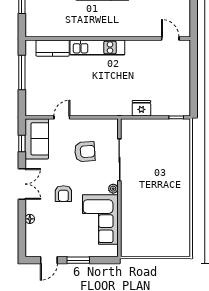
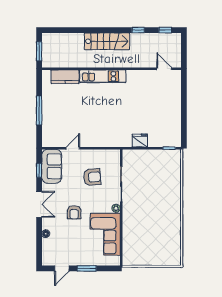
wall: (108, 39) -> (111, 69), moved
door: (170, 39) -> (164, 69), moved
kitchen counter: (53, 48) -> (65, 77), moved
kitchen unit: (97, 48) -> (103, 76), moved

